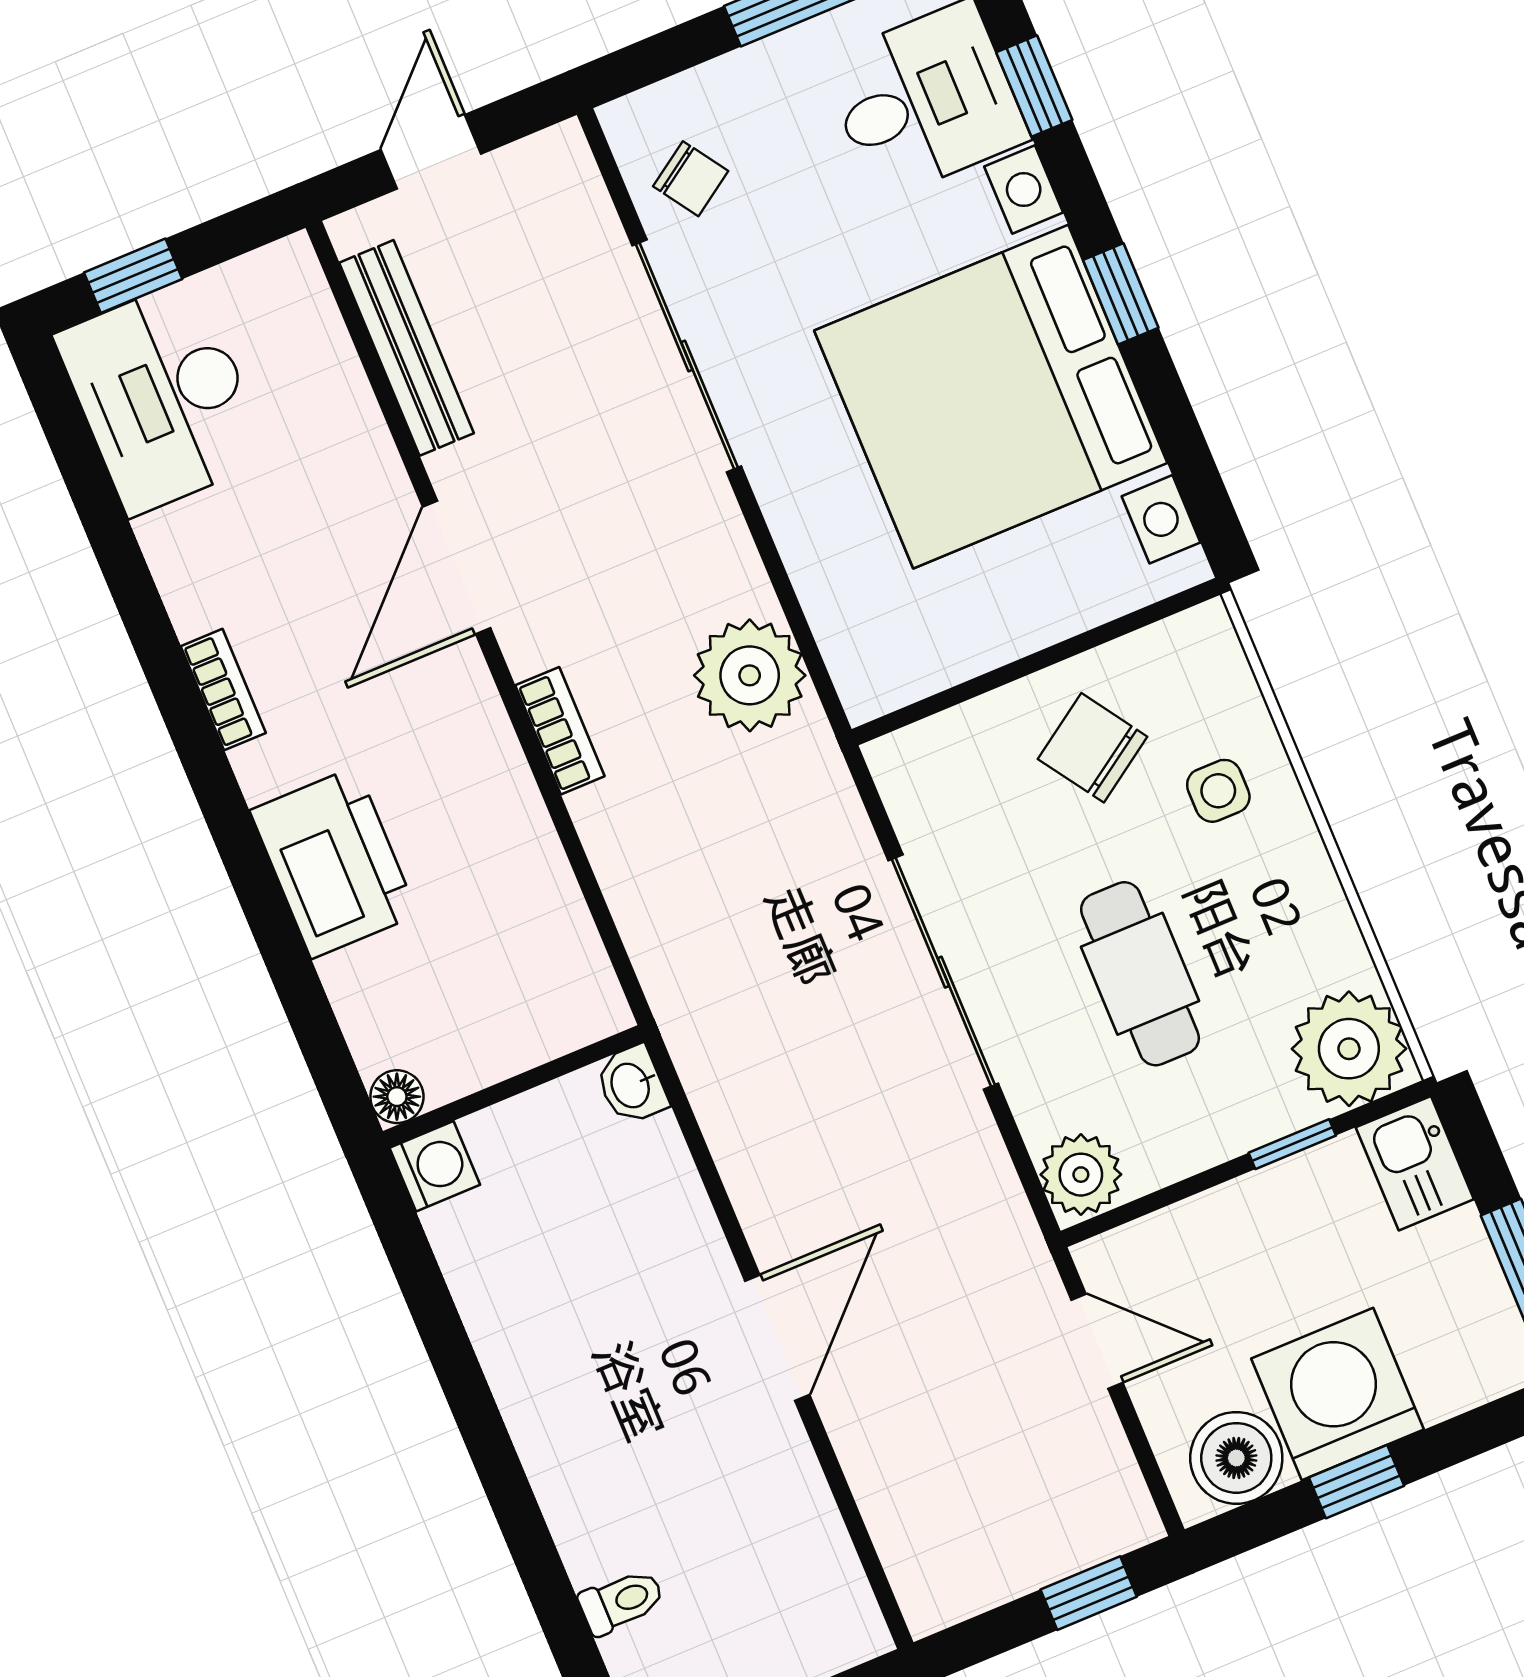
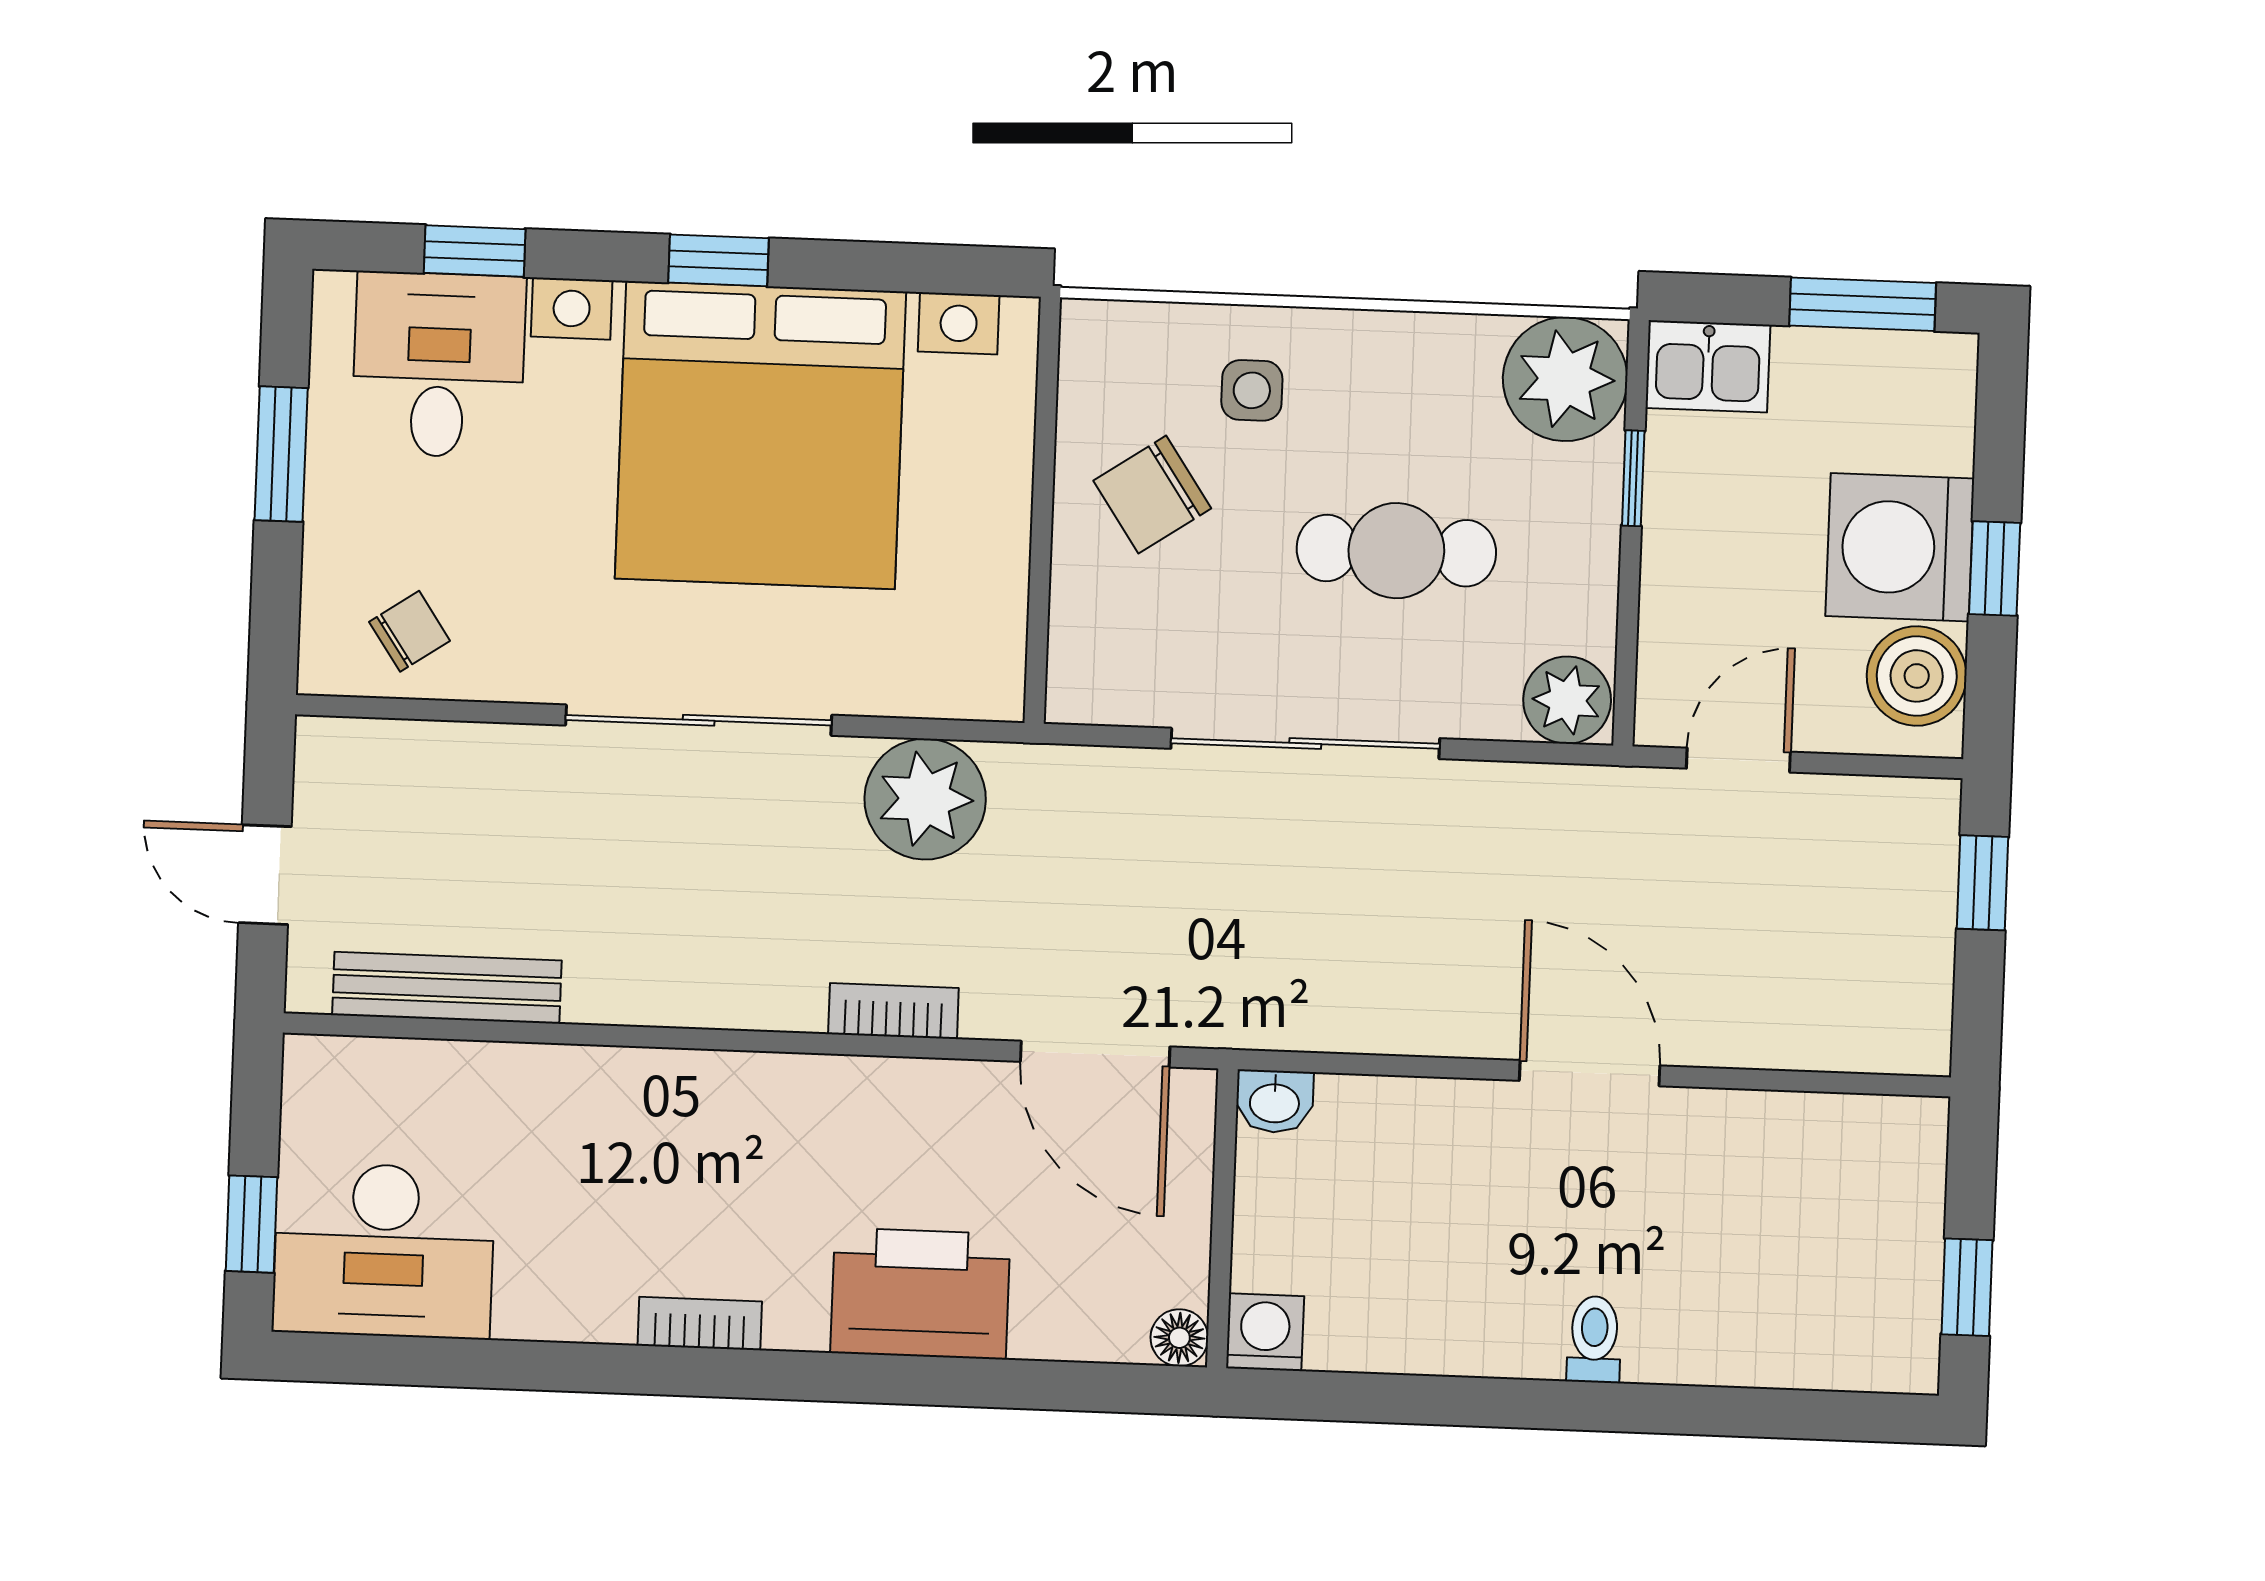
sliding door: (687, 356) -> (699, 720), moved
door: (457, 567) -> (1095, 1054), moved
toilet: (621, 1602) -> (1594, 1339), moved

